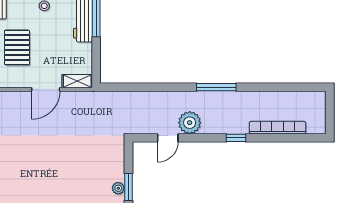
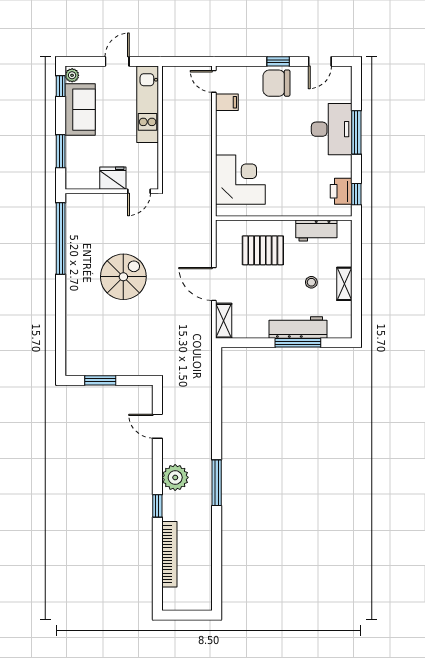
plant: (190, 123) -> (175, 477), moved
spiral stairs: (40, 167) -> (123, 277), added
plant: (118, 188) -> (99, 369), removed

